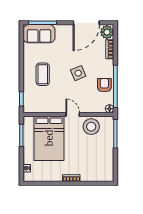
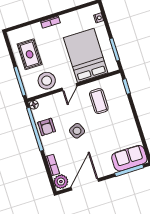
coffee table: (43, 74) -> (99, 101), moved
door: (73, 114) -> (69, 87), hinge flipped
rug: (99, 155) -> (30, 54), added

